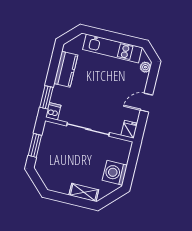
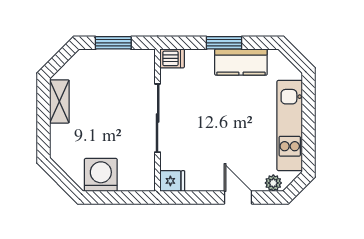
window: (46, 97) -> (224, 43), moved
door: (146, 103) -> (238, 197), moved
shelving: (84, 192) -> (59, 101), moved

